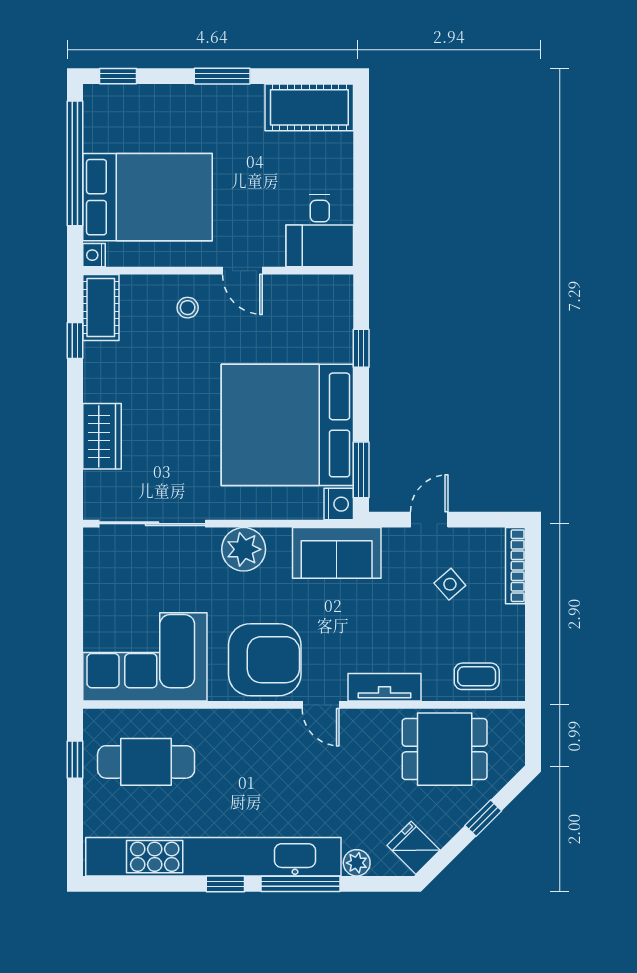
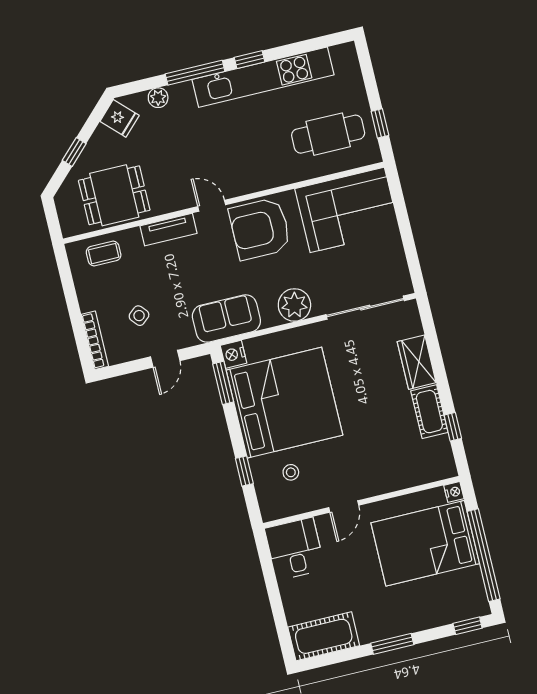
door: (242, 271) -> (344, 506), swing flipped
cot: (101, 307) -> (429, 412), moved
stool: (188, 308) -> (291, 472), moved
kitchen unit: (213, 857) -> (263, 77), width x0.73

